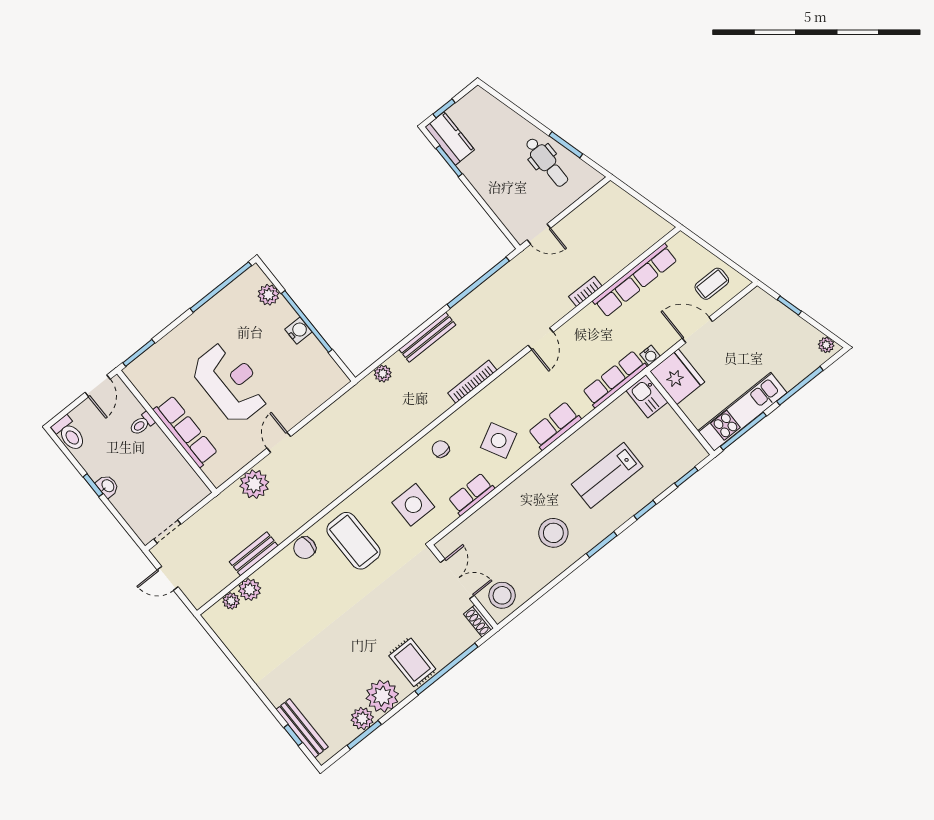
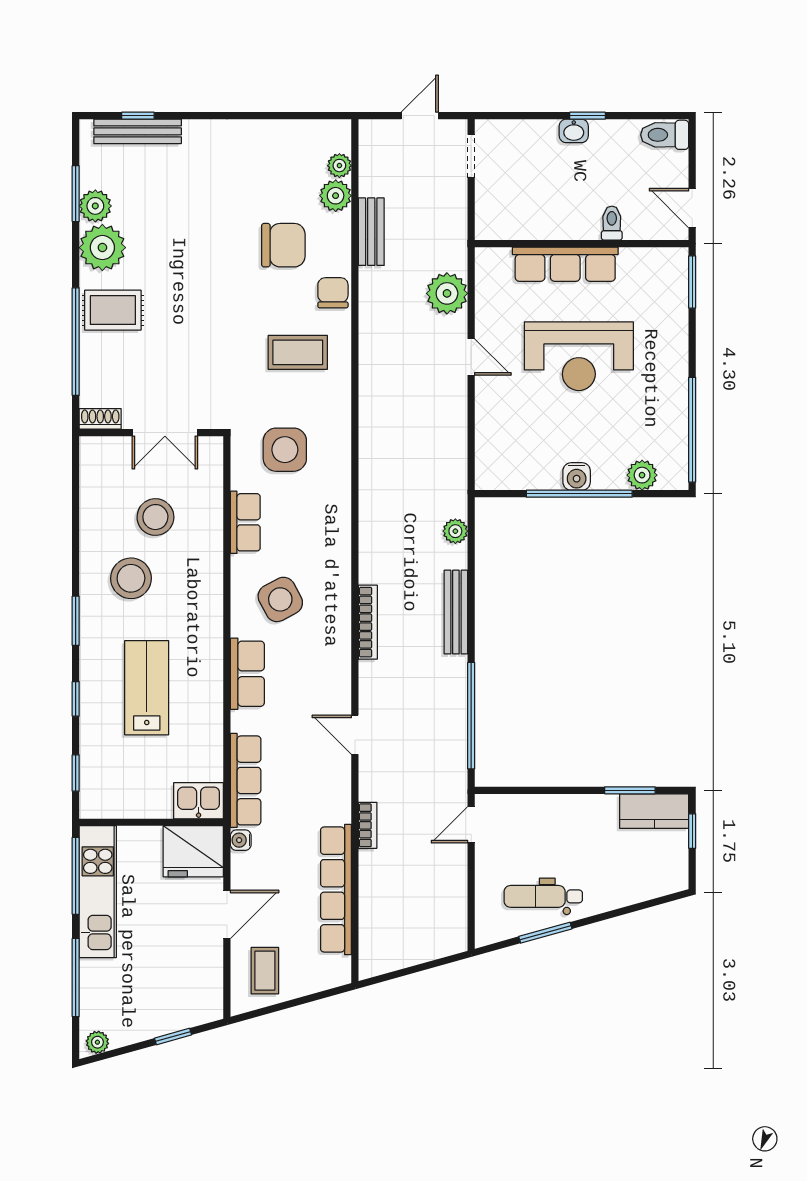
chair: (441, 449) -> (283, 245), moved, width x1.87, depth x1.87
coffee table: (353, 541) -> (298, 352), width x0.73, depth x0.76
stool: (502, 595) -> (155, 517), moved

